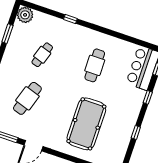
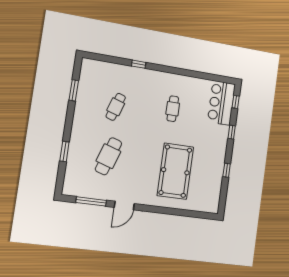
plant: (25, 15) -> (89, 67), removed
cafe table: (95, 65) -> (173, 109), width x0.73, depth x0.74

